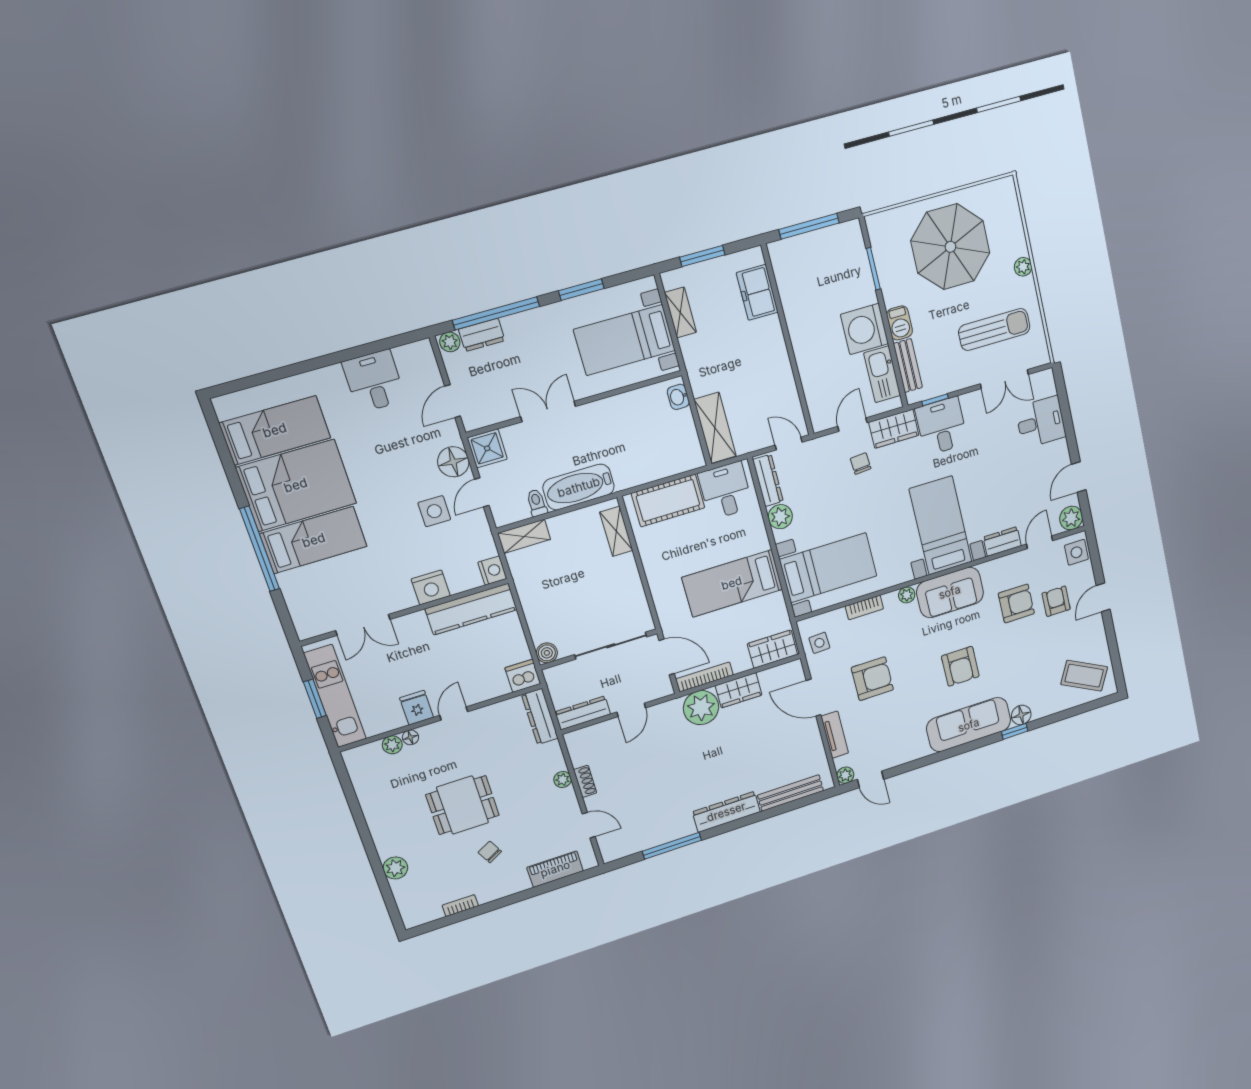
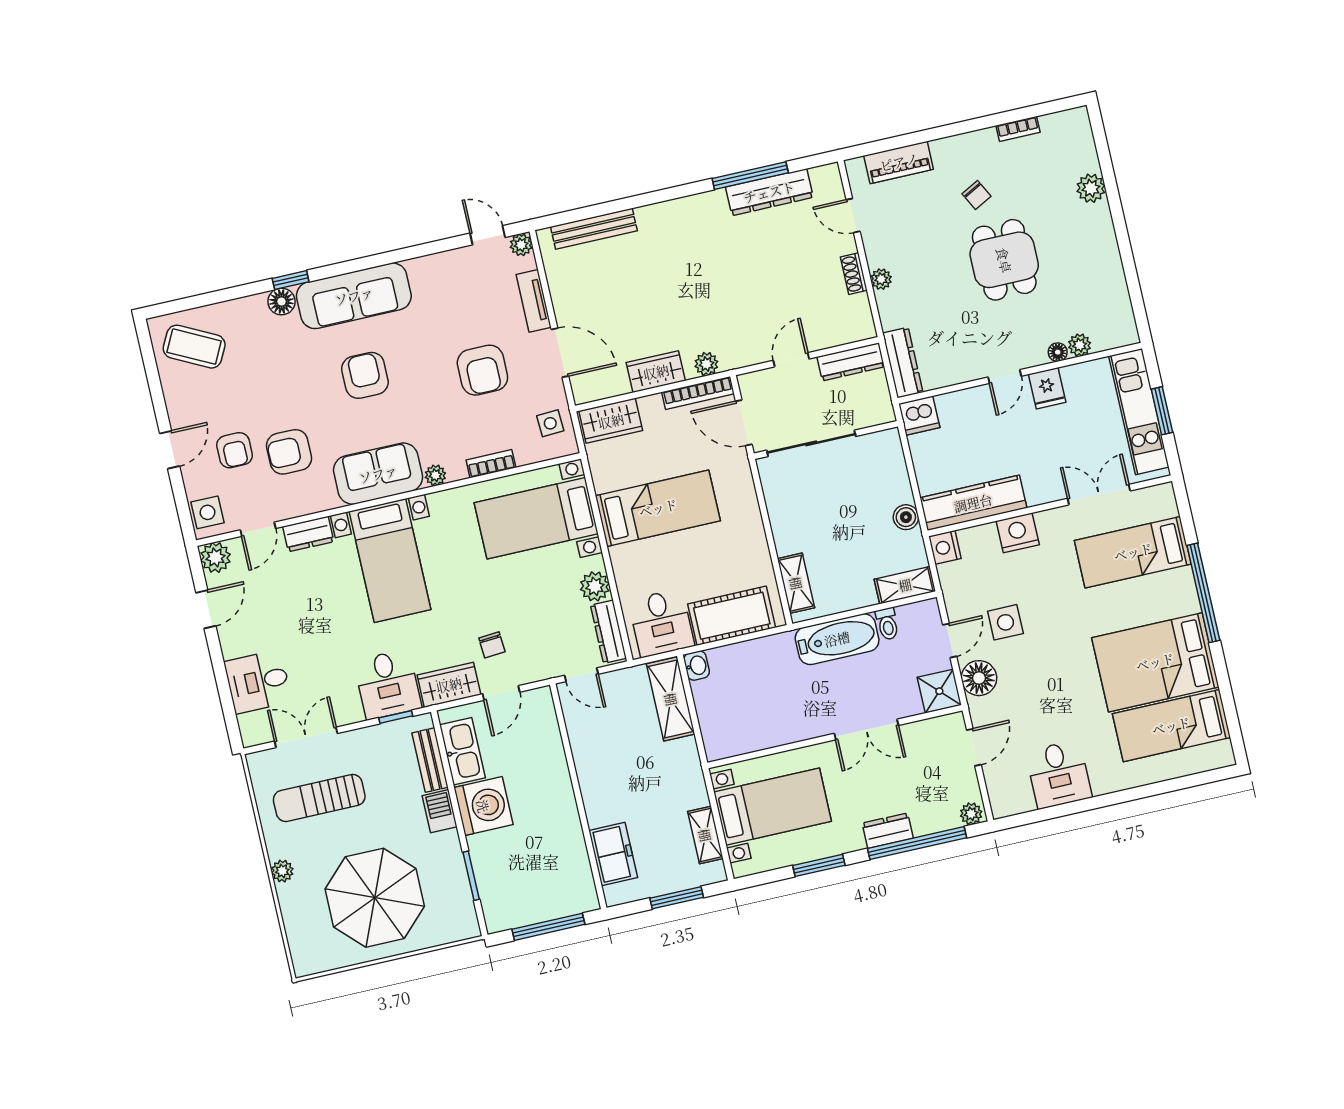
dresser: (482, 335) -> (888, 831), moved
washbasin: (678, 397) -> (697, 666), moved
bed: (314, 540) -> (1133, 552), moved
boiler: (547, 653) -> (906, 517), moved
armchair: (872, 679) -> (482, 370), turned -90
plant: (701, 708) -> (706, 364), width x0.53, depth x0.53
dining table: (463, 805) -> (1004, 260), turned 90
dresser: (726, 812) -> (769, 192), moved

